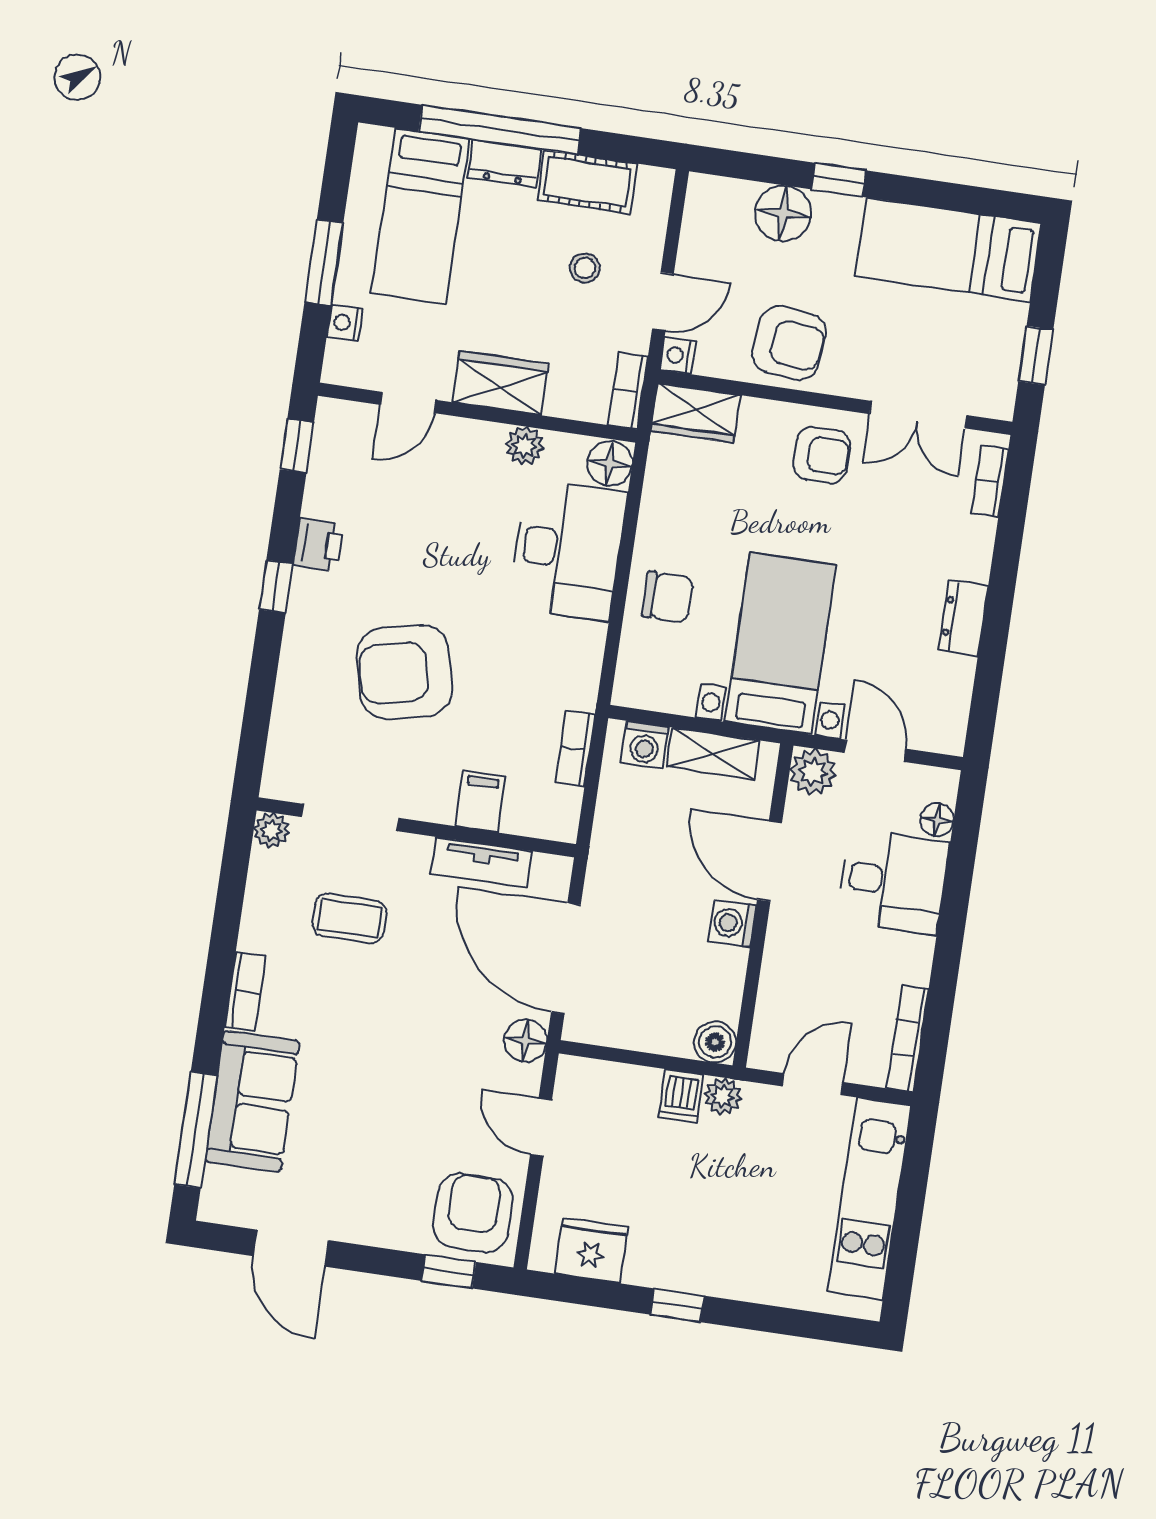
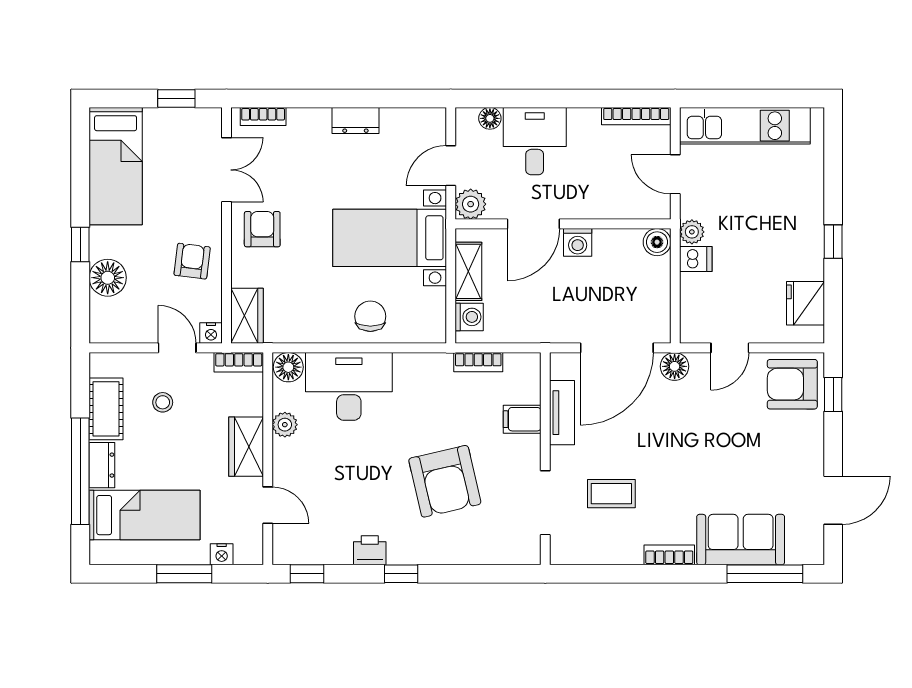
armchair: (789, 343) -> (192, 261), width x0.72, depth x0.72
plant: (271, 830) -> (561, 553), removed
coffee table: (349, 918) -> (611, 494), turned 90

